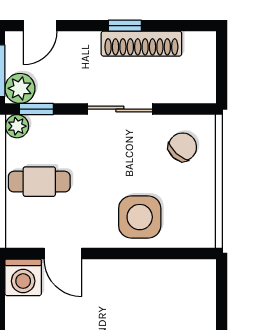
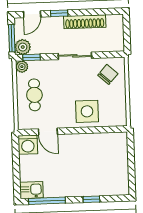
window: (125, 26) -> (59, 13), moved
cafe table: (39, 182) -> (34, 95), turned 90

